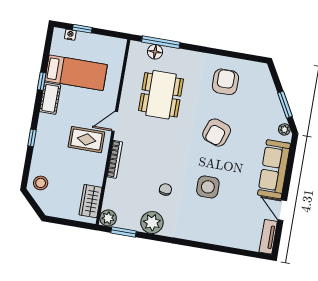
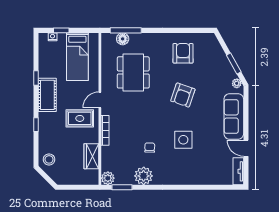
bed: (76, 73) -> (77, 57), moved, turned 90
cot: (50, 98) -> (47, 95), width x1.37, depth x1.34
wardrobe: (90, 201) -> (91, 156), moved

